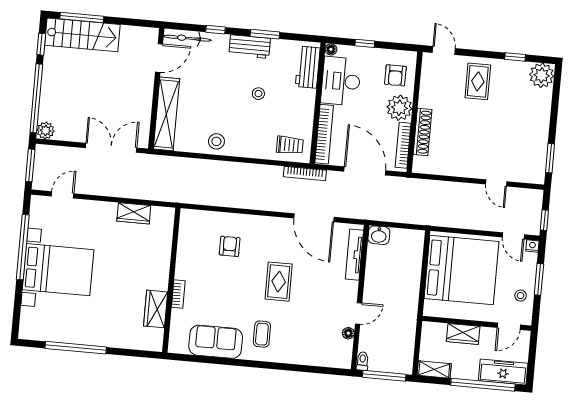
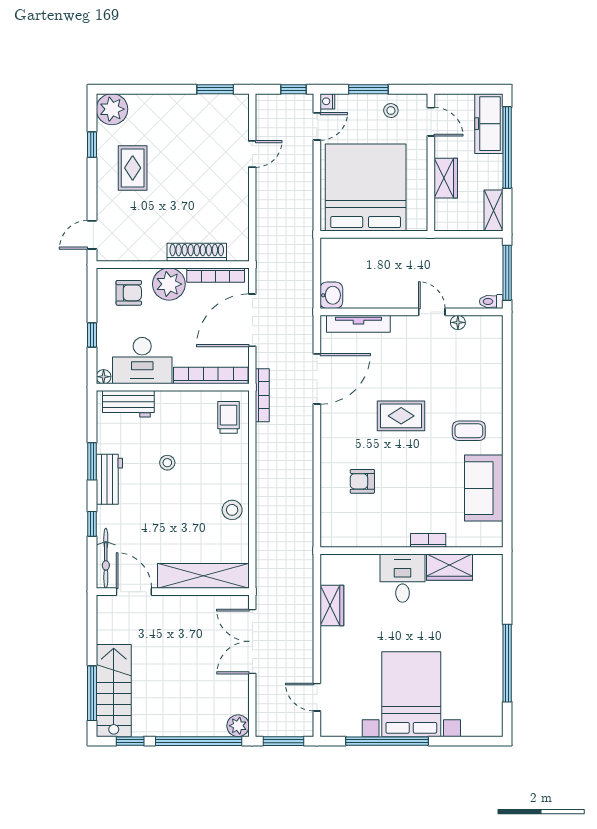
rug: (478, 81) -> (133, 168), moved, turned 90
desk: (150, 271) -> (403, 578), added

